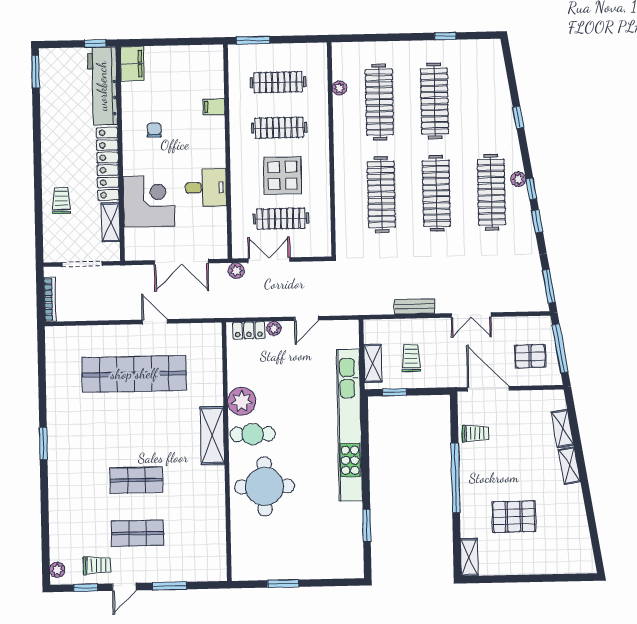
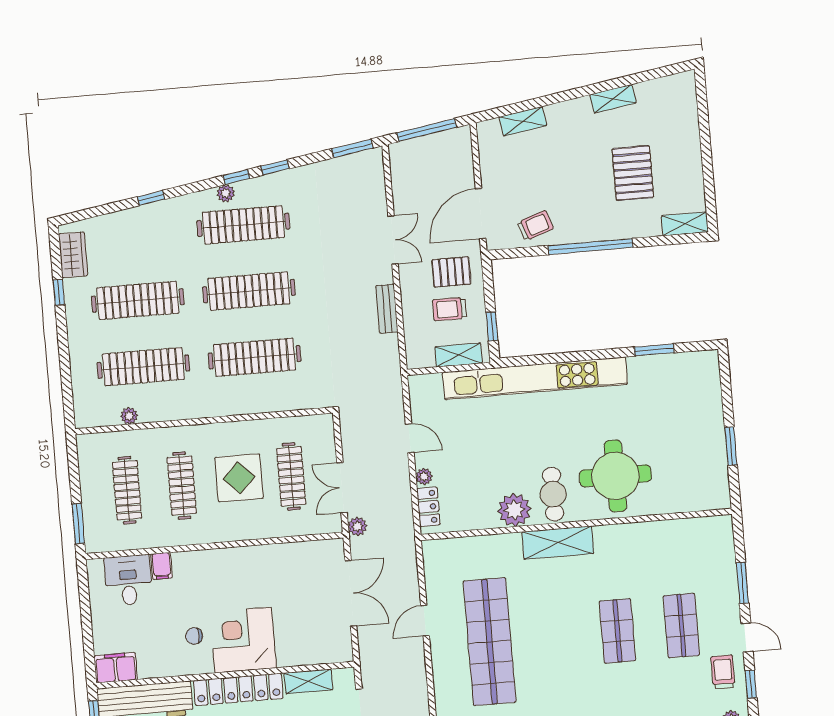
wardrobe: (475, 50) -> (73, 255), added
desk: (206, 188) -> (128, 580), moved
corner desk: (149, 201) -> (243, 640), moved
pallet: (530, 356) -> (451, 272), moved, turned 90
trolley: (476, 433) -> (535, 226), turned 71
shelving: (569, 466) -> (613, 99), moved

